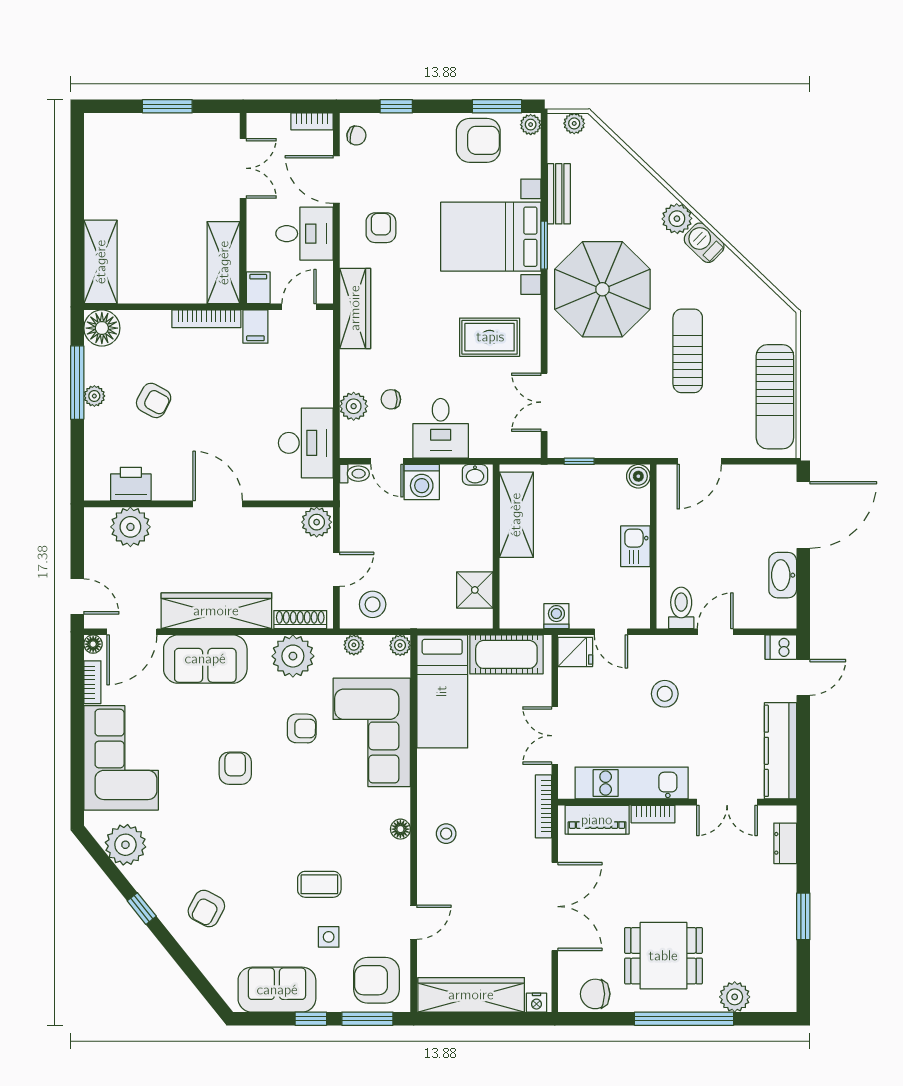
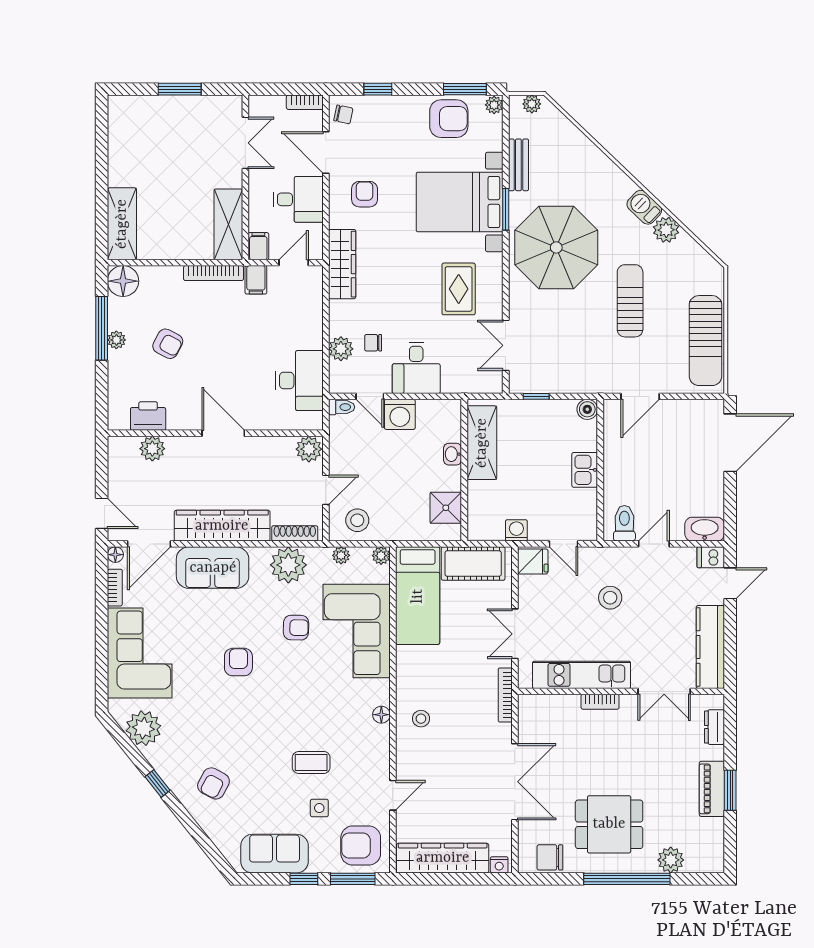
plant: (677, 219) -> (666, 230), moved
rug: (490, 337) -> (459, 289), turned 90
washbasin: (475, 475) -> (453, 454), moved, turned 90
plant: (130, 527) -> (152, 449), width x0.73, depth x0.73
washbasin: (783, 575) -> (705, 529), moved, turned 90
piano: (597, 820) -> (712, 789), moved, turned 90

